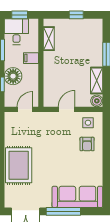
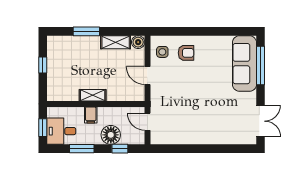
shelving: (49, 39) -> (93, 95), moved
rug: (19, 165) -> (209, 129), removed
window: (63, 211) -> (261, 65), moved

